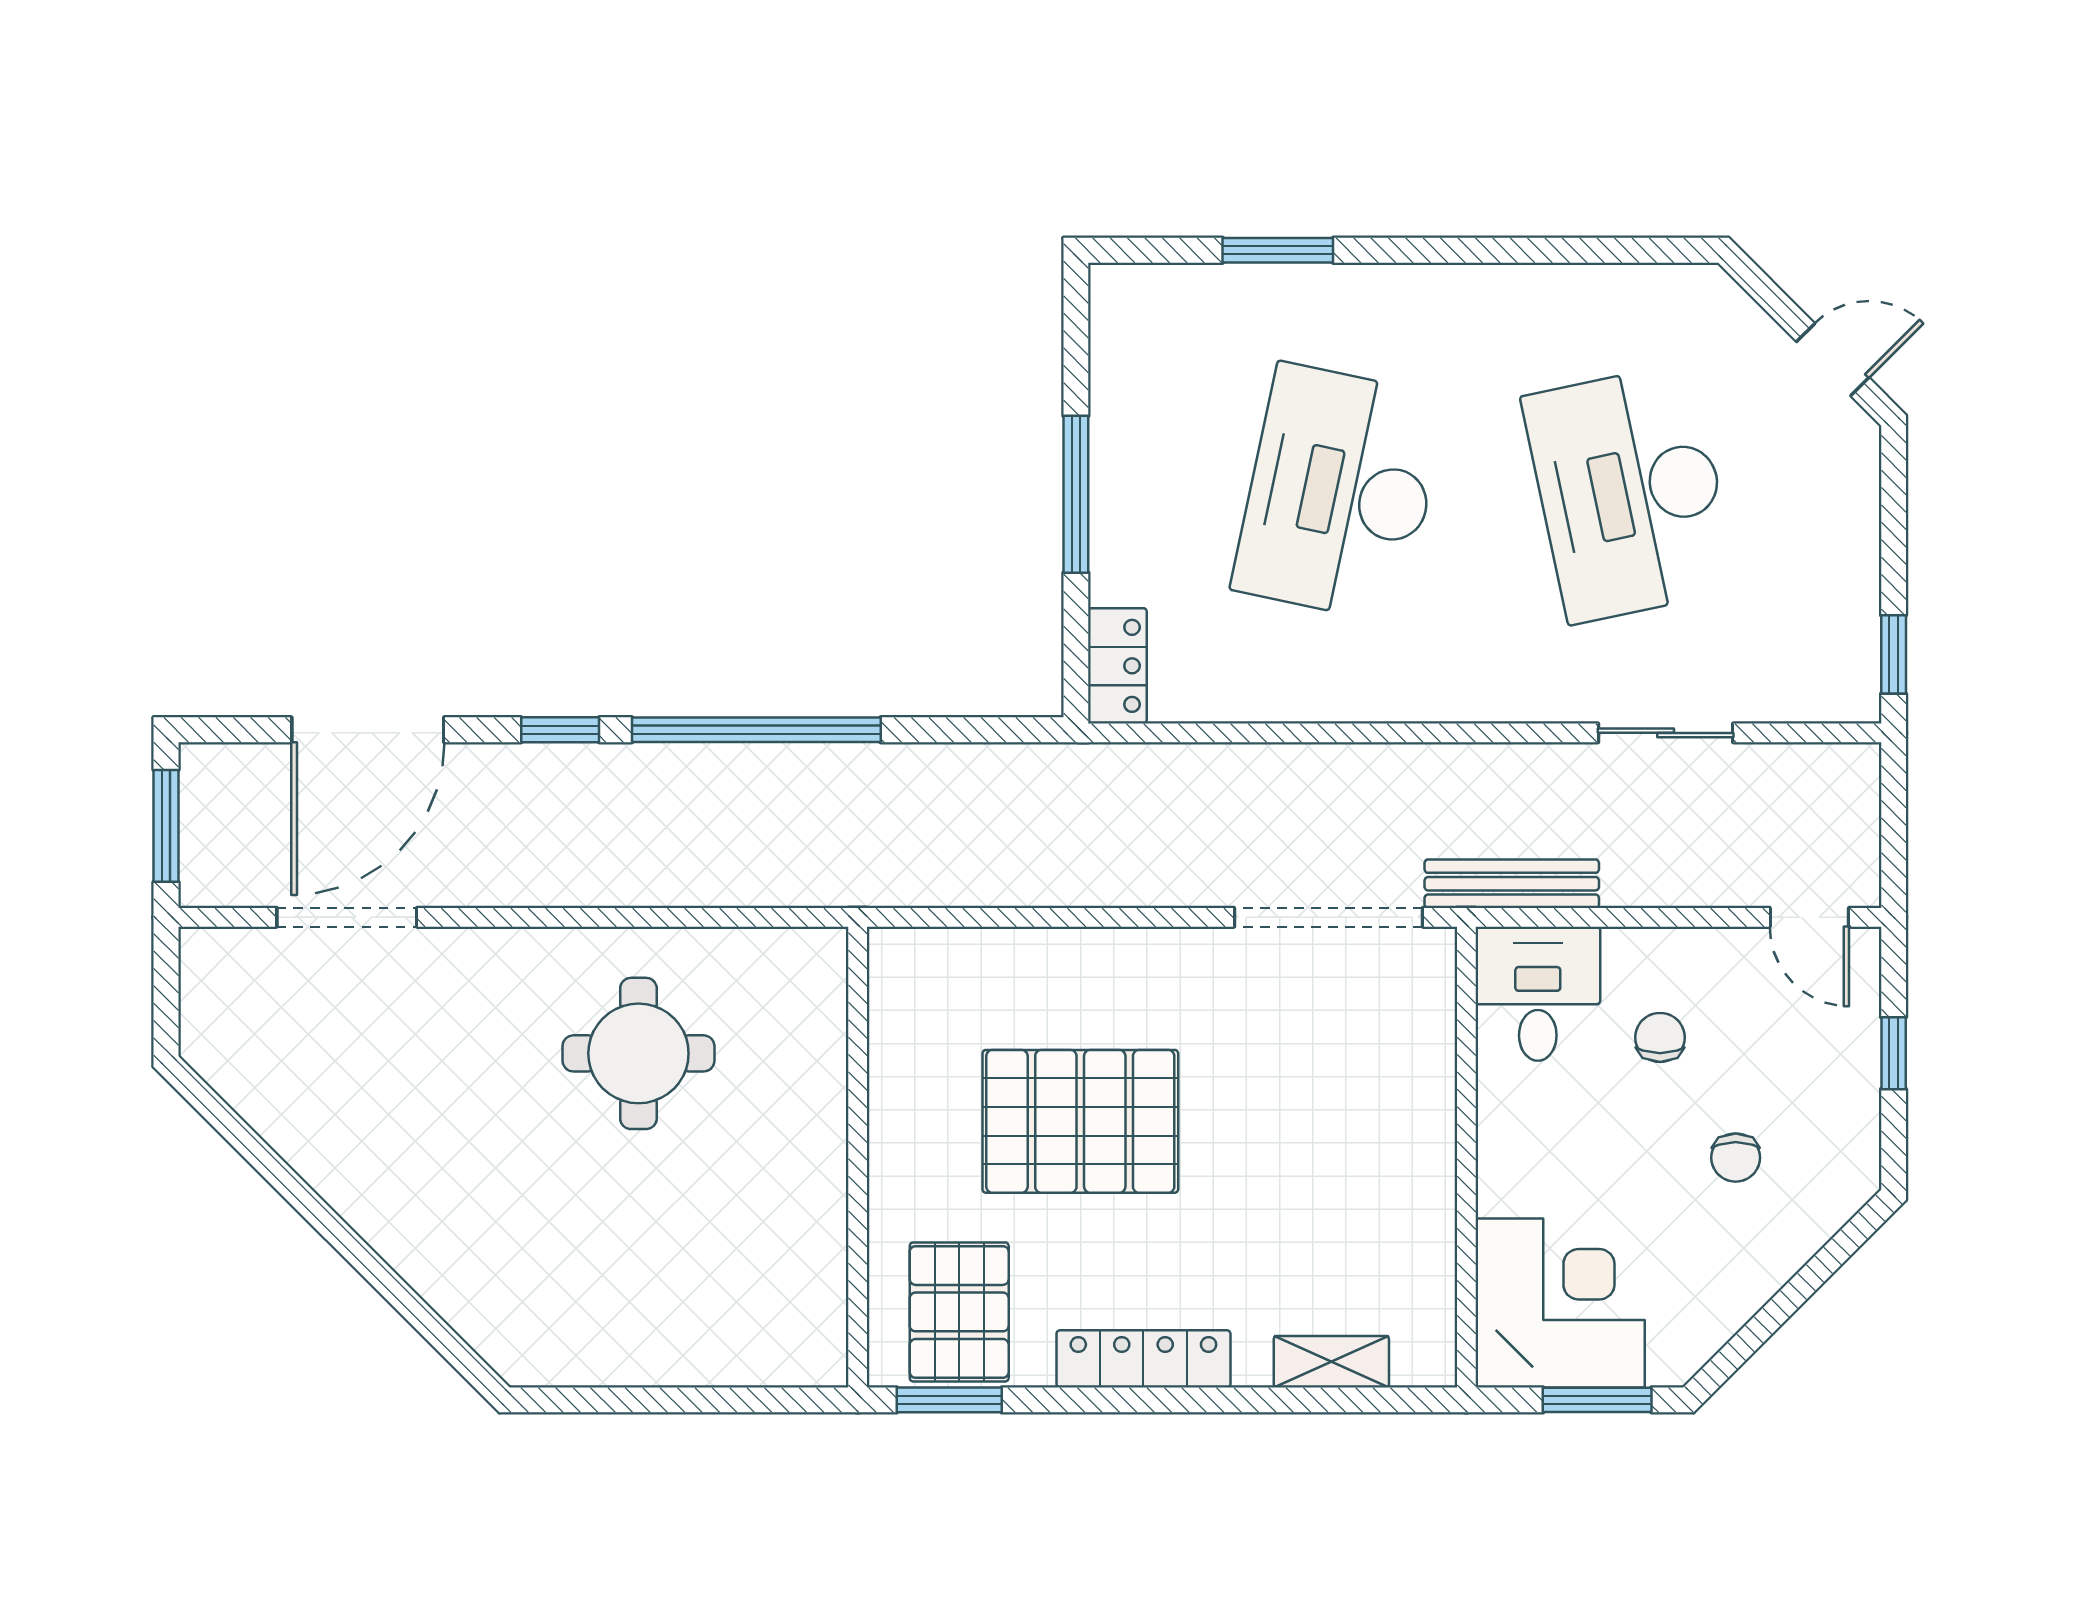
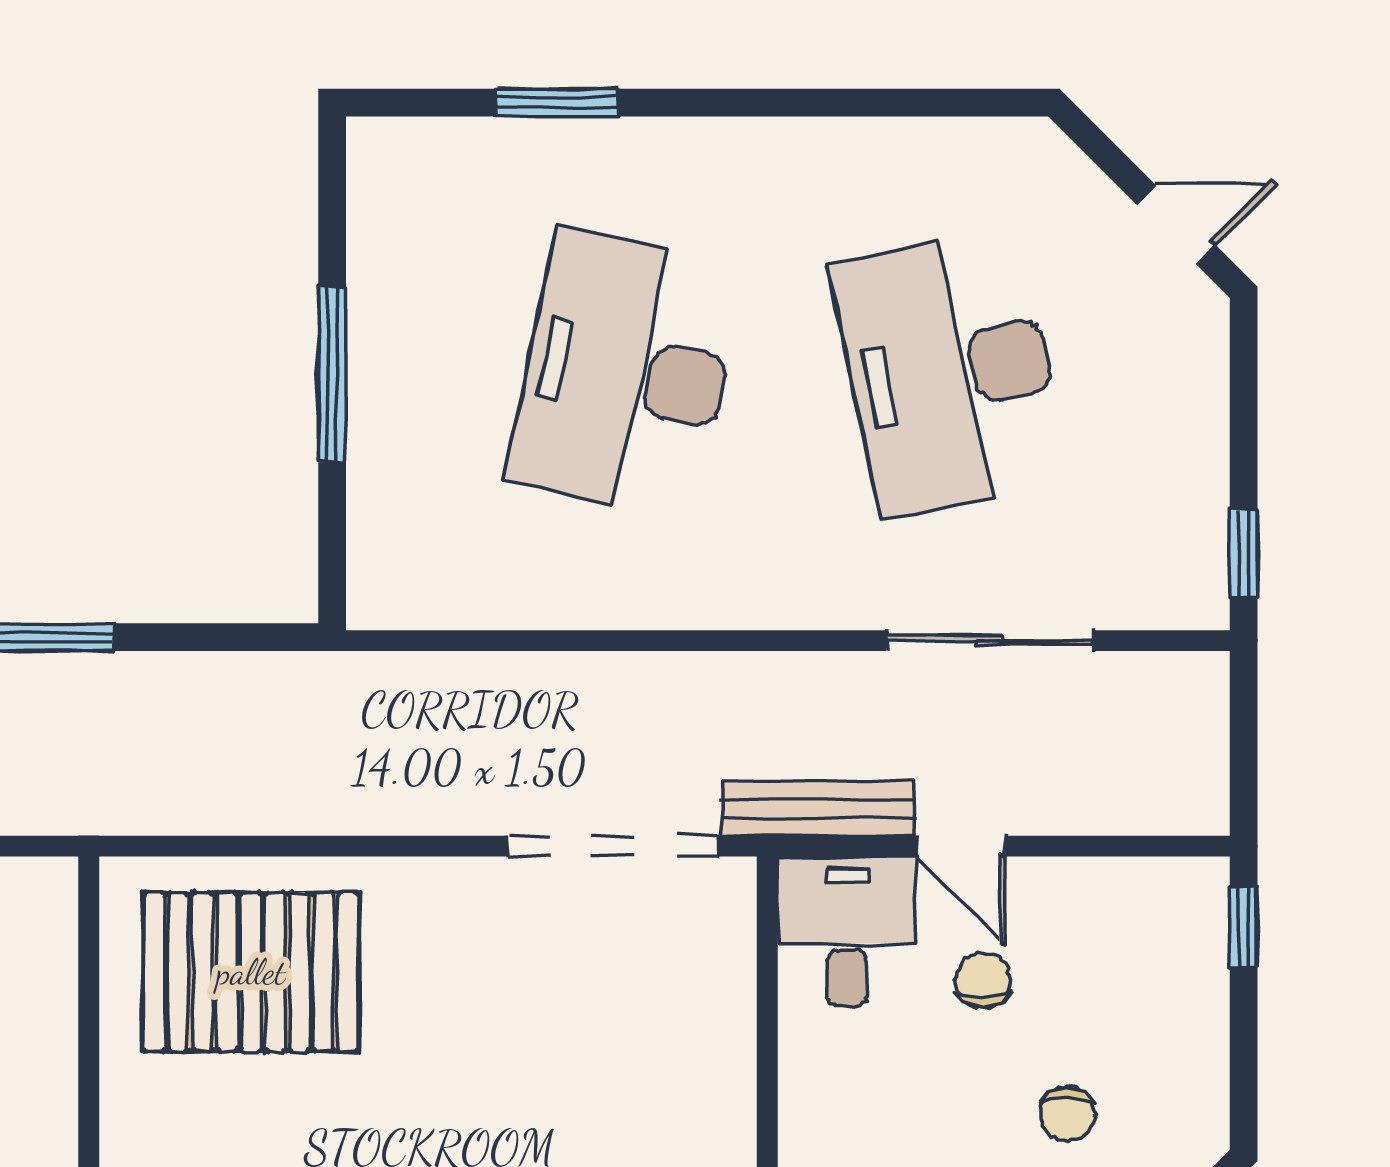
locker: (1117, 666) -> (378, 566), removed
sliding door: (1666, 733) -> (989, 641), width x1.37
door: (1809, 917) -> (961, 846), moved
window: (1894, 1053) -> (1244, 928), moved
pallet: (1080, 1121) -> (251, 972), moved

